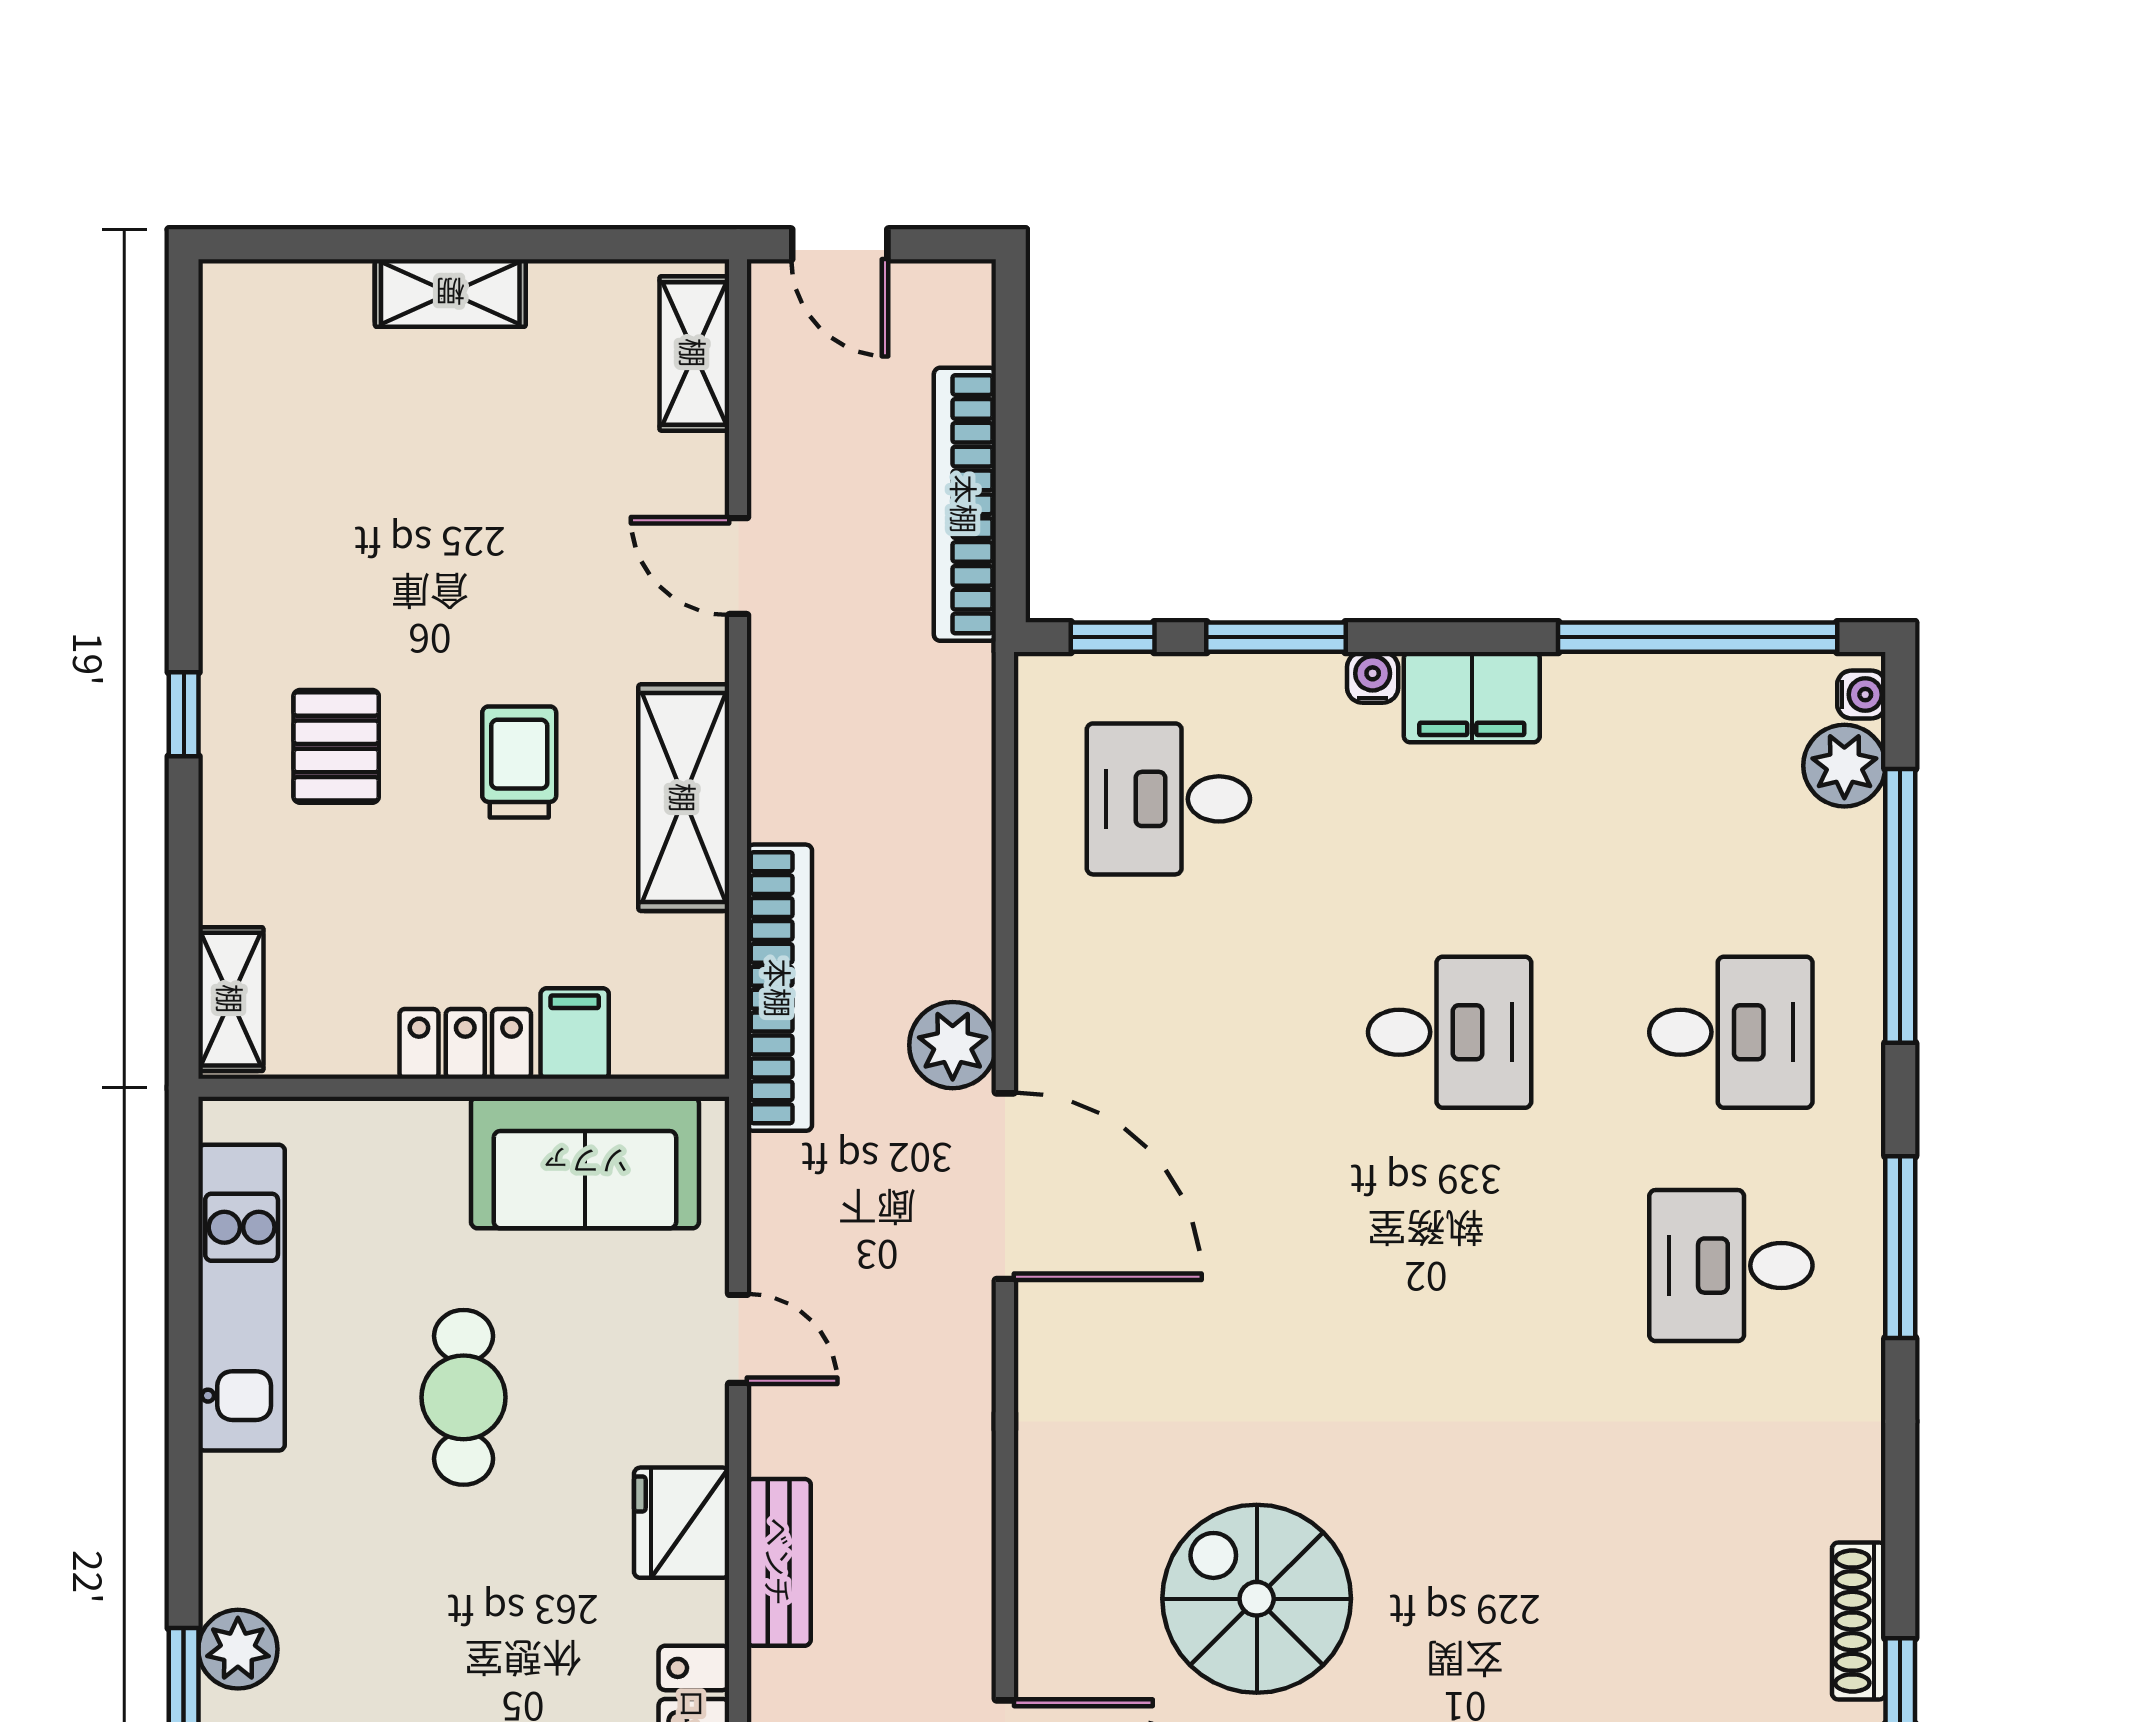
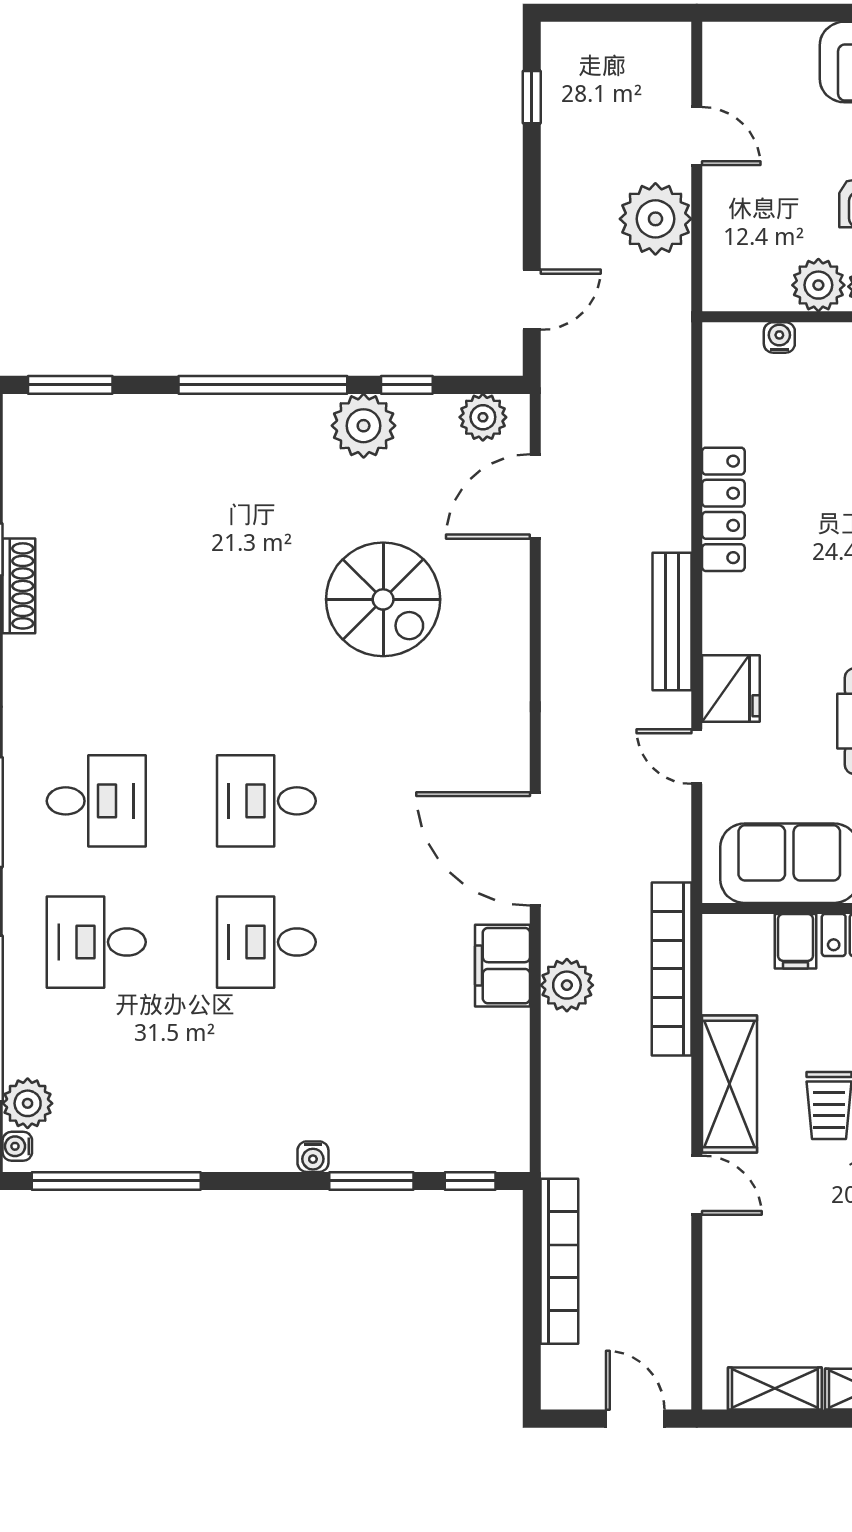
shelving: (694, 353) -> (775, 1389), moved, turned 90
door: (738, 566) -> (697, 1185), moved
filing cabinet: (1472, 697) -> (503, 966), moved, turned -90
desk: (1168, 799) -> (266, 801), moved, turned 180
plant: (953, 1045) -> (567, 985), moved
fridge: (682, 1523) -> (731, 688), moved
bench: (779, 1562) -> (672, 621), width x1.36

